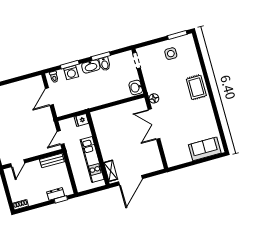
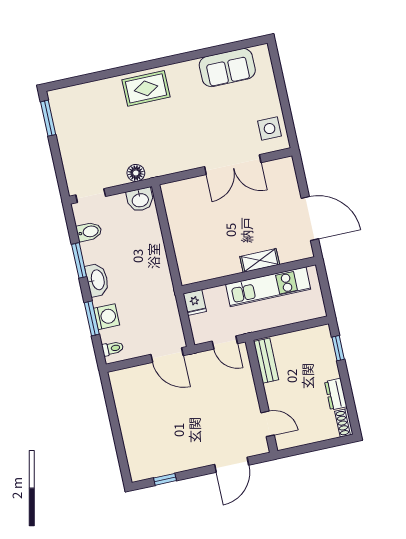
side table: (171, 54) -> (270, 129), moved
bidet: (105, 64) -> (89, 232), moved
door: (49, 97) -> (167, 355), moved
floor lamp: (154, 98) -> (136, 173), moved
double door: (154, 124) -> (233, 165), moved
sofa: (205, 149) -> (227, 68), moved, turned -90
shelving: (111, 171) -> (260, 261), moved
dresser: (56, 194) -> (336, 394), moved

